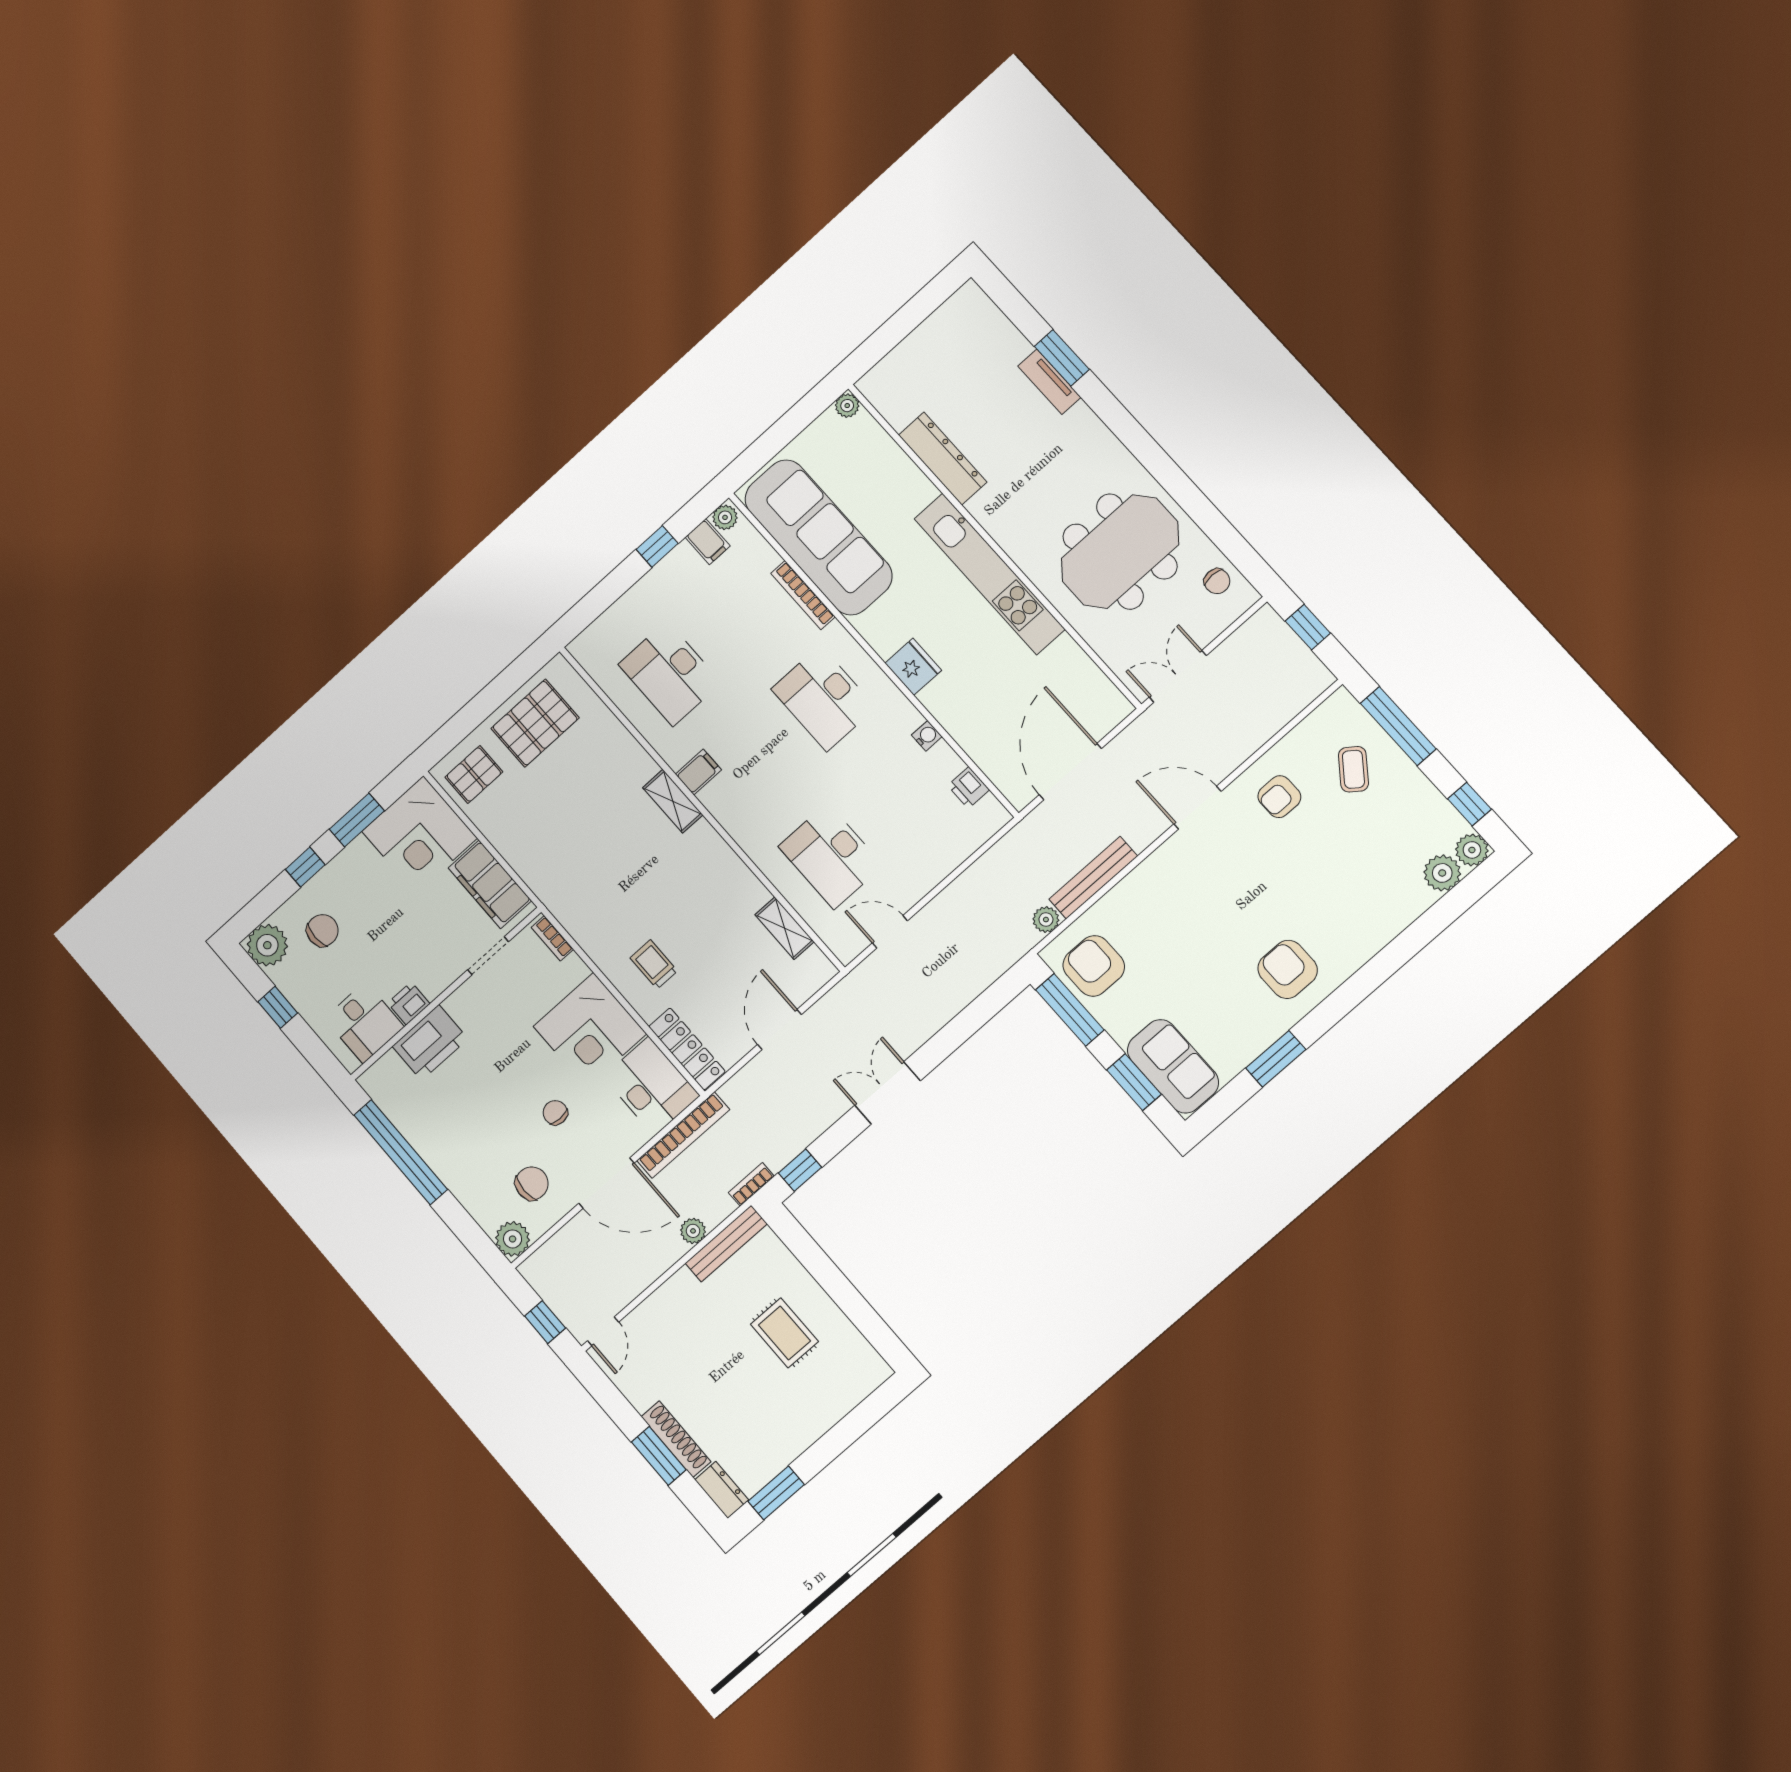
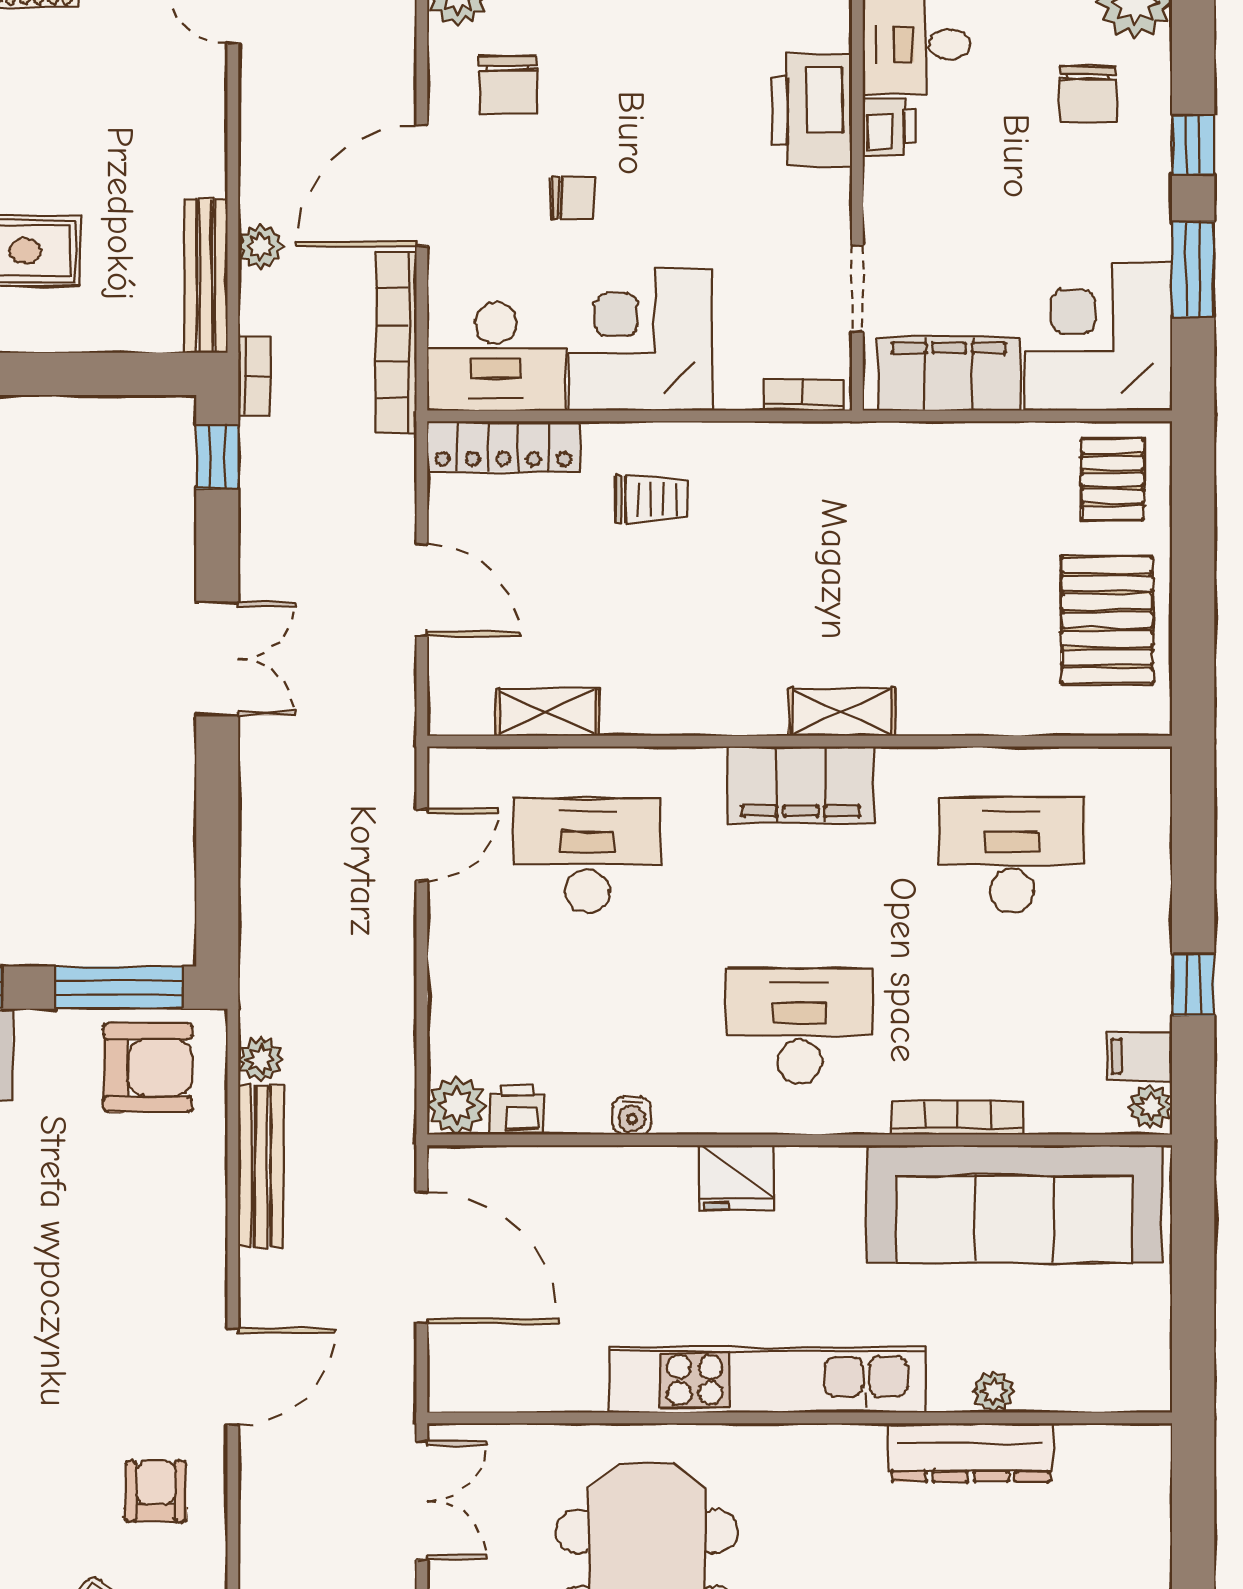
plant: (847, 406) -> (994, 1392), moved
filing cabinet: (698, 772) -> (801, 785), width x3.00, depth x1.17
plant: (990, 816) -> (457, 1105), added

